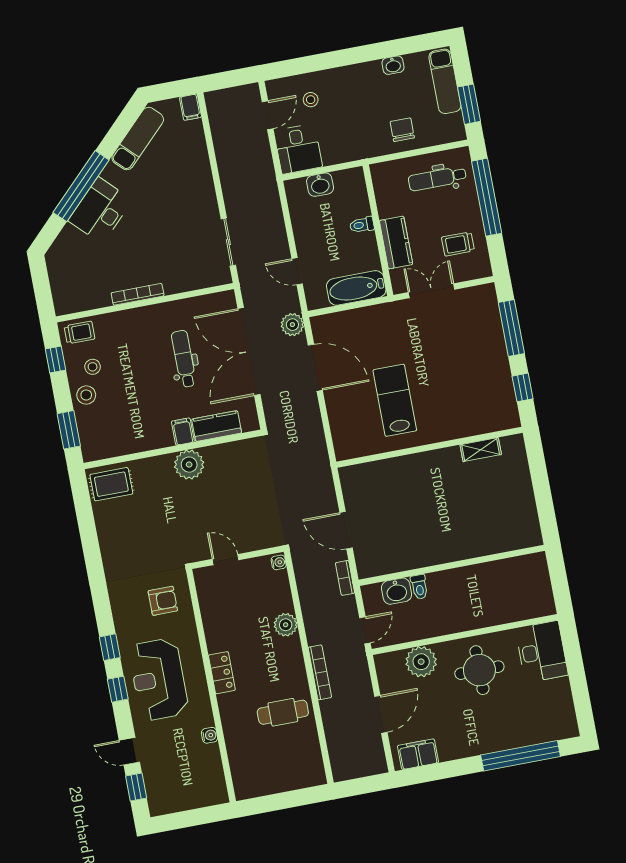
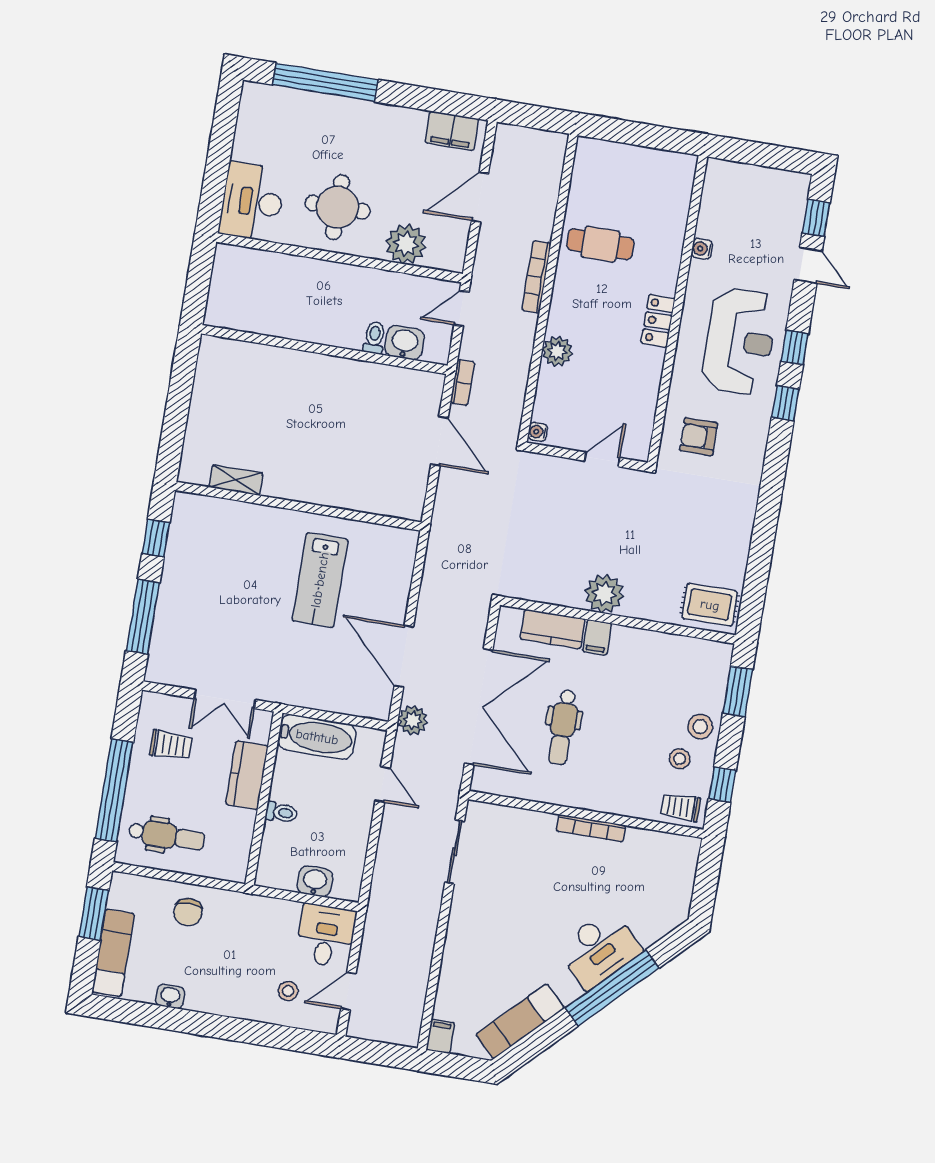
door: (226, 560) -> (602, 459), swing flipped

